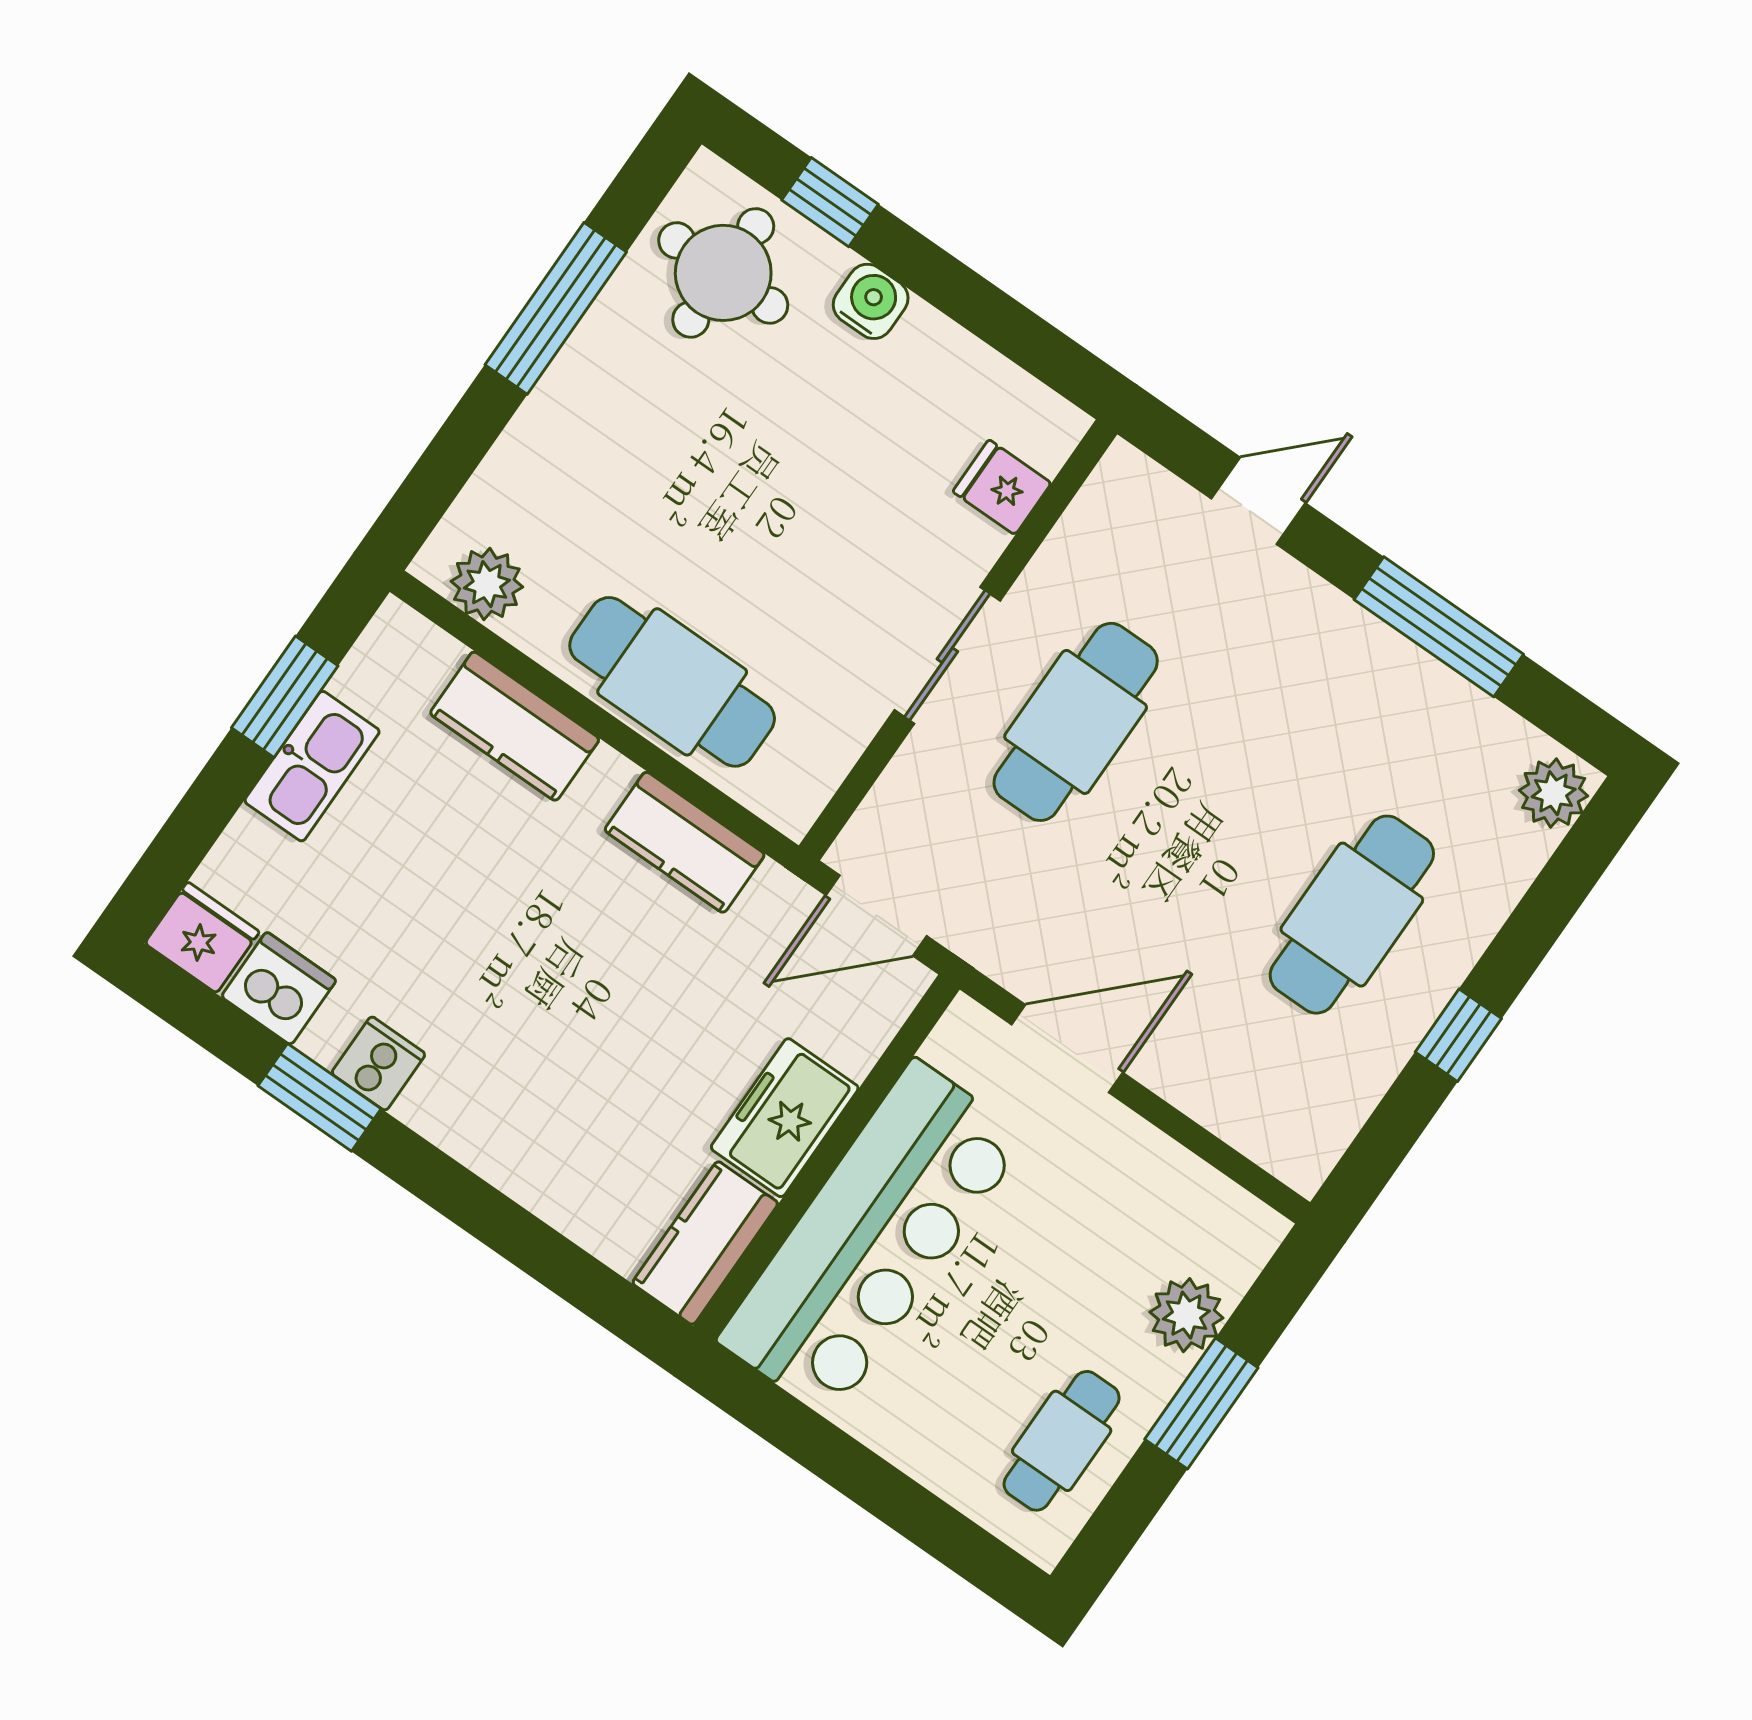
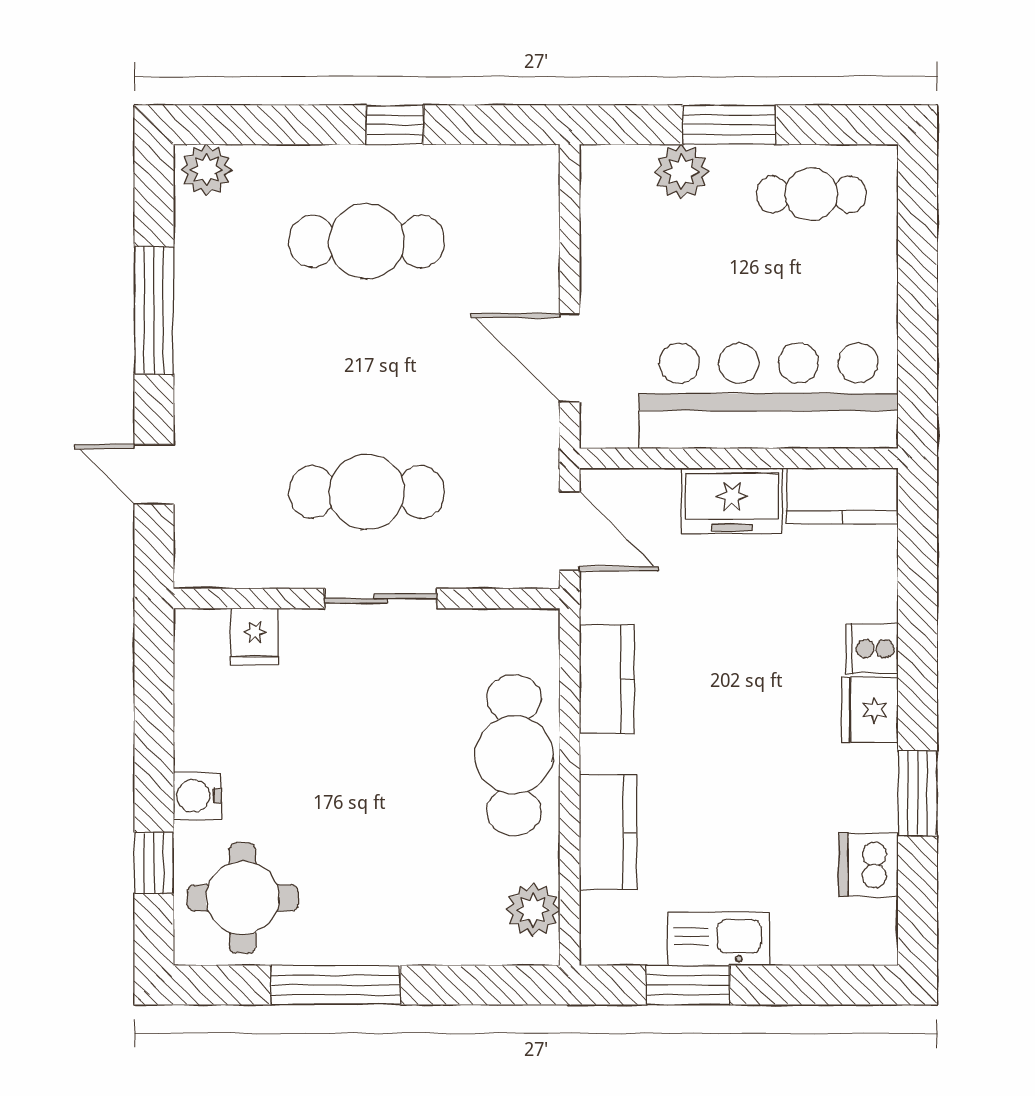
fridge: (202, 938) -> (870, 710), moved
cooker: (378, 1064) -> (872, 649), moved

